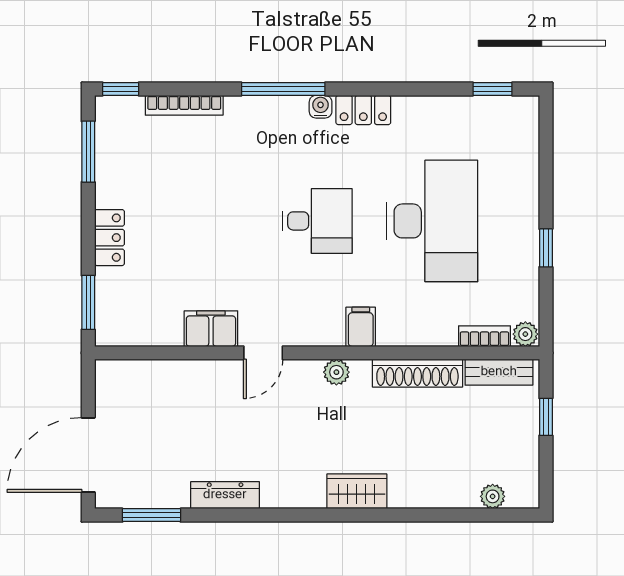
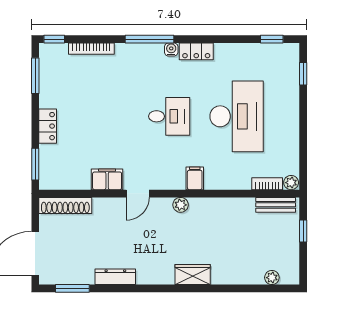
window: (546, 248) -> (303, 74), moved
shoe rack: (417, 373) -> (65, 205), moved

